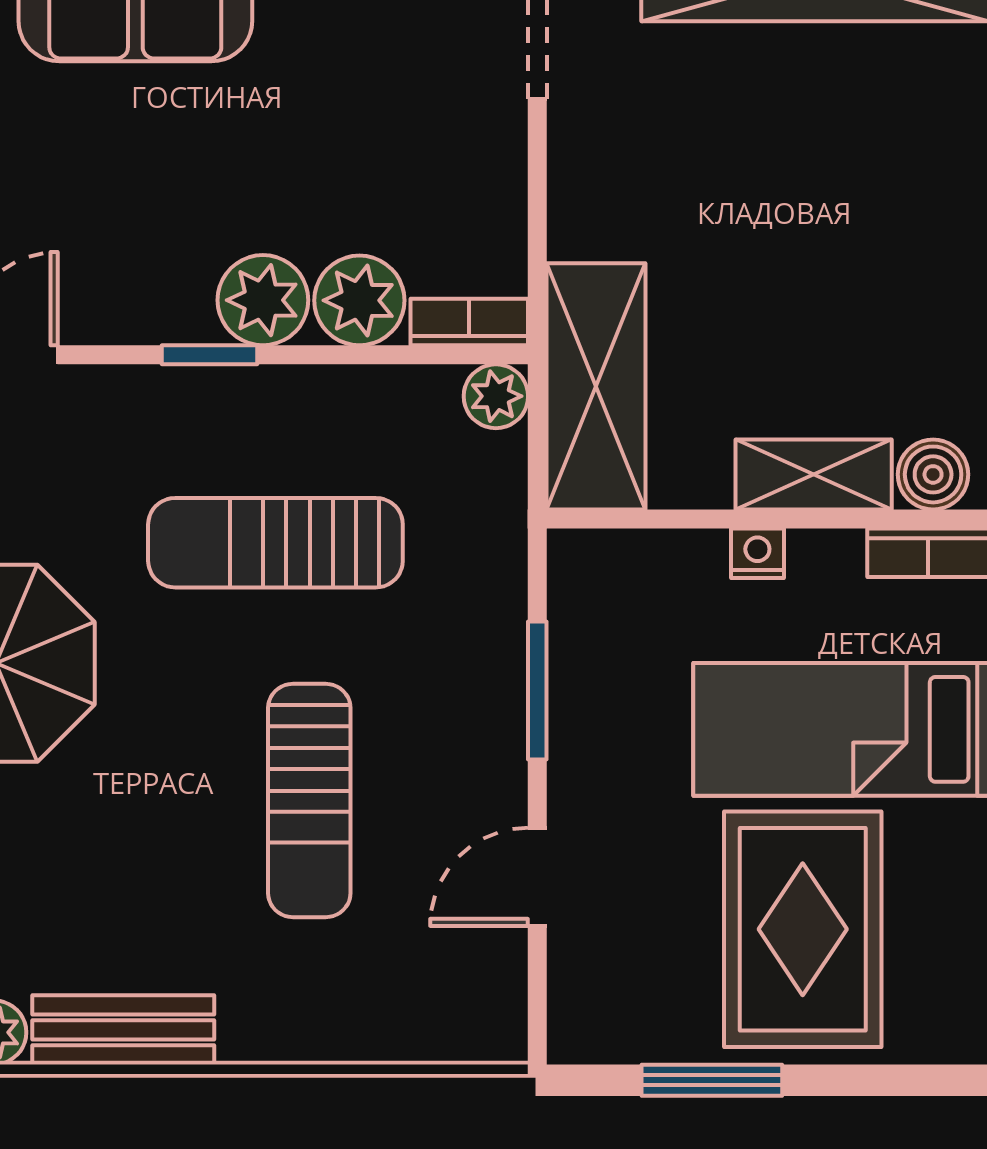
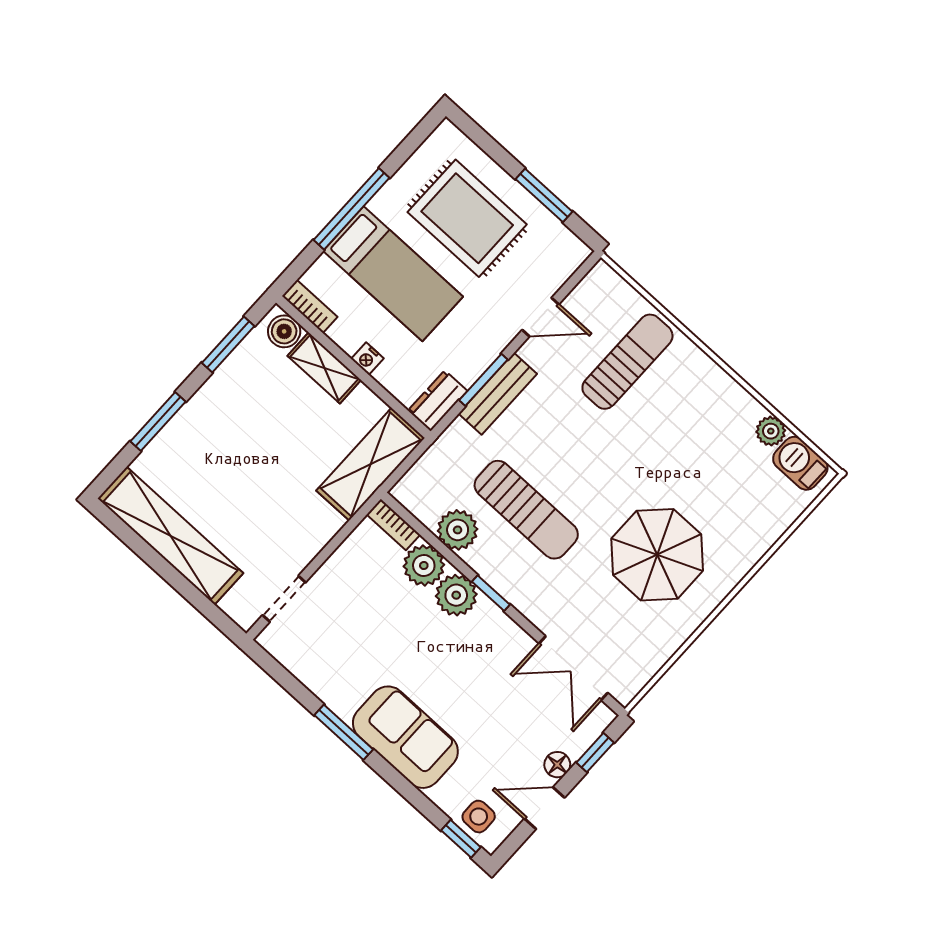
plant: (496, 396) -> (458, 530), moved, width x1.38, depth x1.38
dresser: (581, 589) -> (438, 401), added
sun lounger: (309, 801) -> (627, 362), moved
rug: (803, 929) -> (467, 218), turned 90
bench: (123, 1030) -> (498, 394), moved, turned 90

